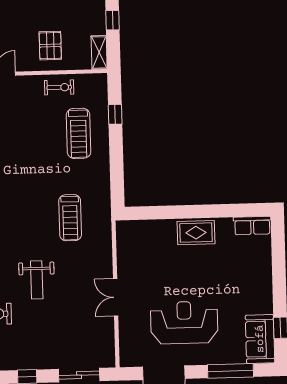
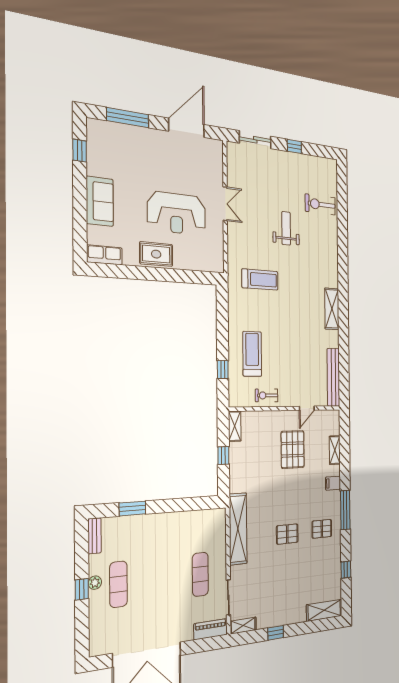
pallet: (50, 46) -> (293, 450), moved, width x1.50, depth x1.42
treadmill: (70, 218) -> (260, 280), turned 90
reception desk: (184, 323) -> (177, 213), moved
sofa: (260, 339) -> (100, 201), moved

